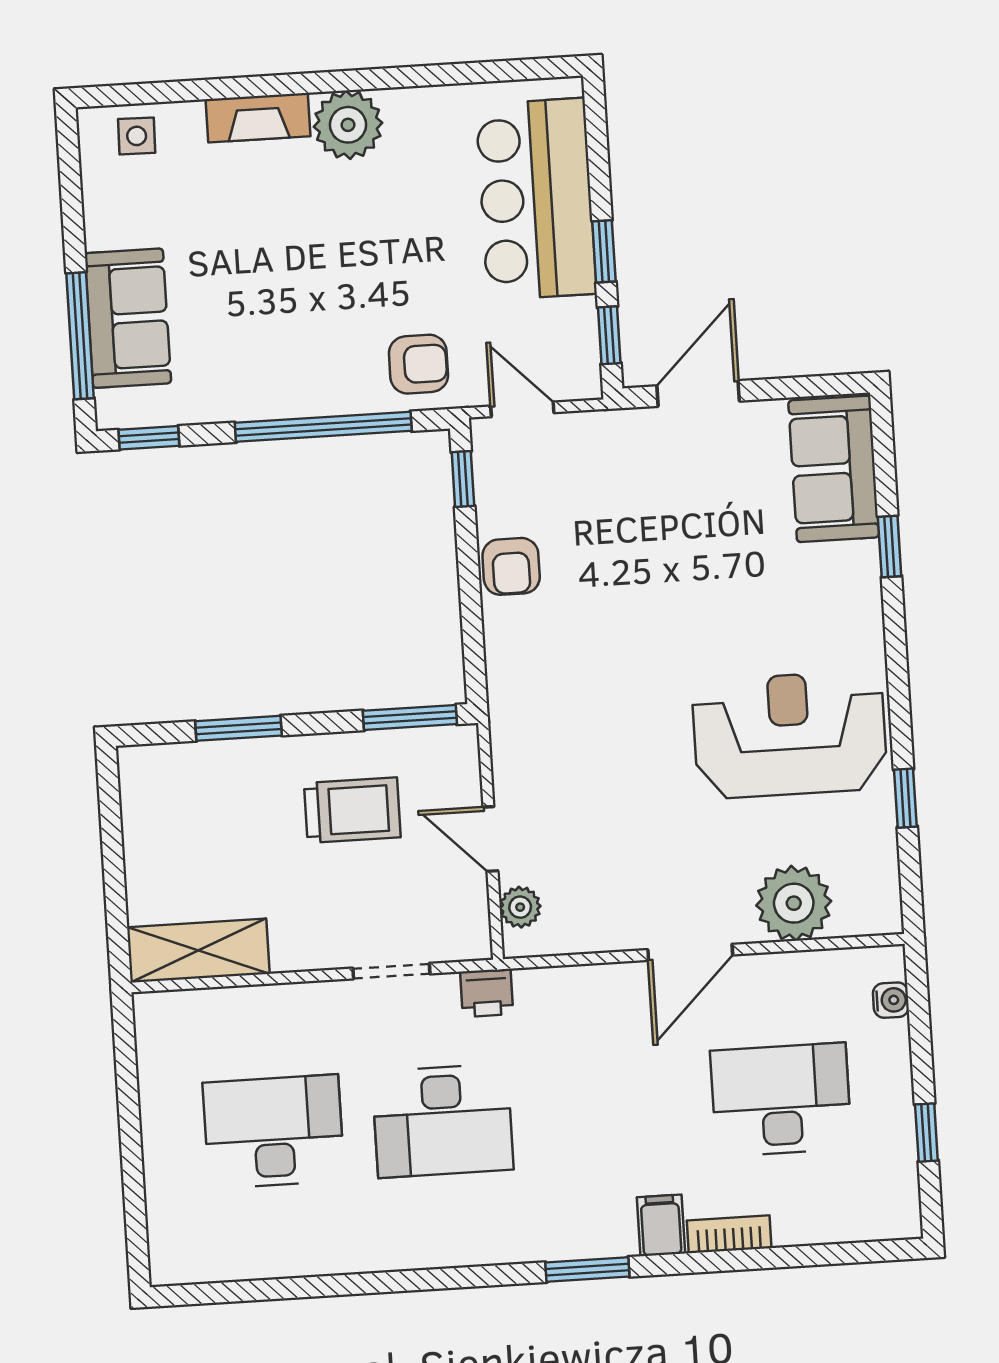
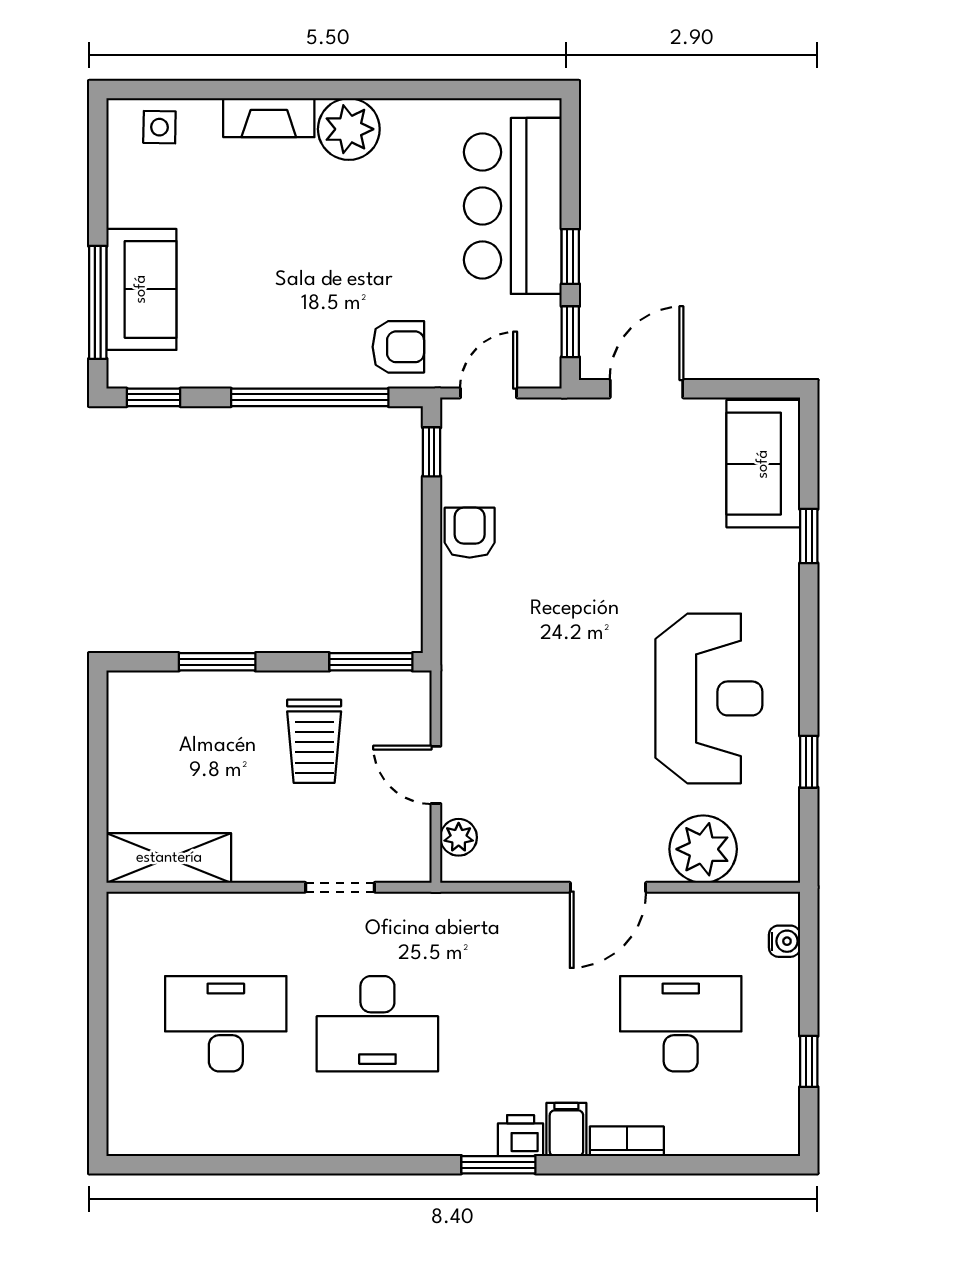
door: (522, 409) -> (489, 393), hinge flipped
armchair: (511, 566) -> (470, 533), turned 180
reception desk: (790, 735) -> (709, 698), turned 90
trolley: (352, 810) -> (314, 741), turned 90
printer: (487, 993) -> (521, 1136), moved, turned 180

